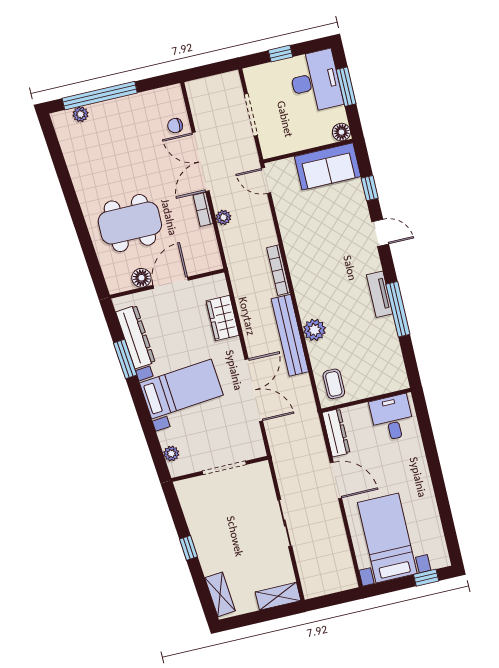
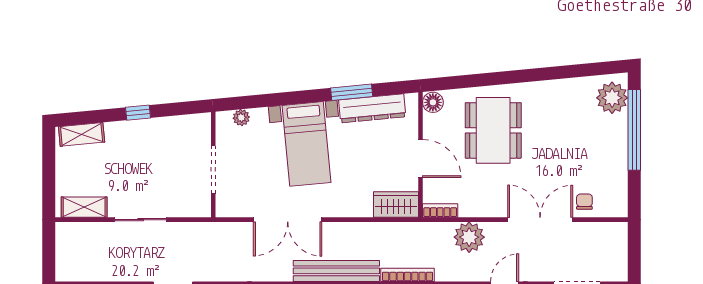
plant: (81, 114) -> (612, 98), width x1.88, depth x1.88
bookcase: (203, 209) -> (440, 210), moved
plant: (223, 217) -> (469, 237), width x1.88, depth x1.88
floor lamp: (141, 278) -> (433, 102), moved
wardrobe: (223, 318) -> (396, 205), moved
shelving: (278, 596) -> (84, 207), moved, turned 90

